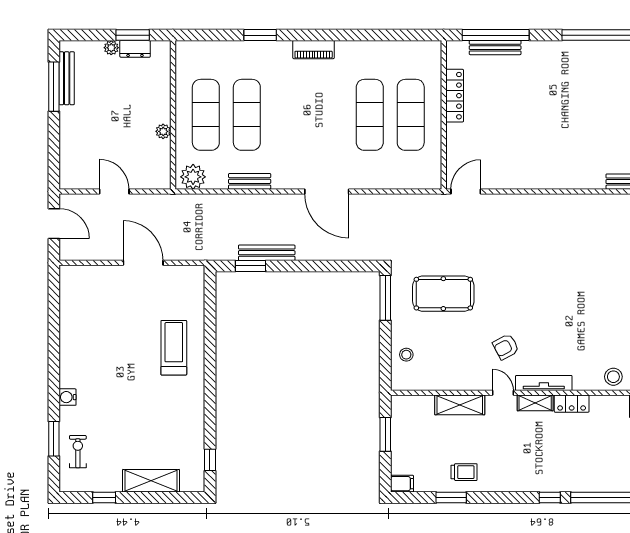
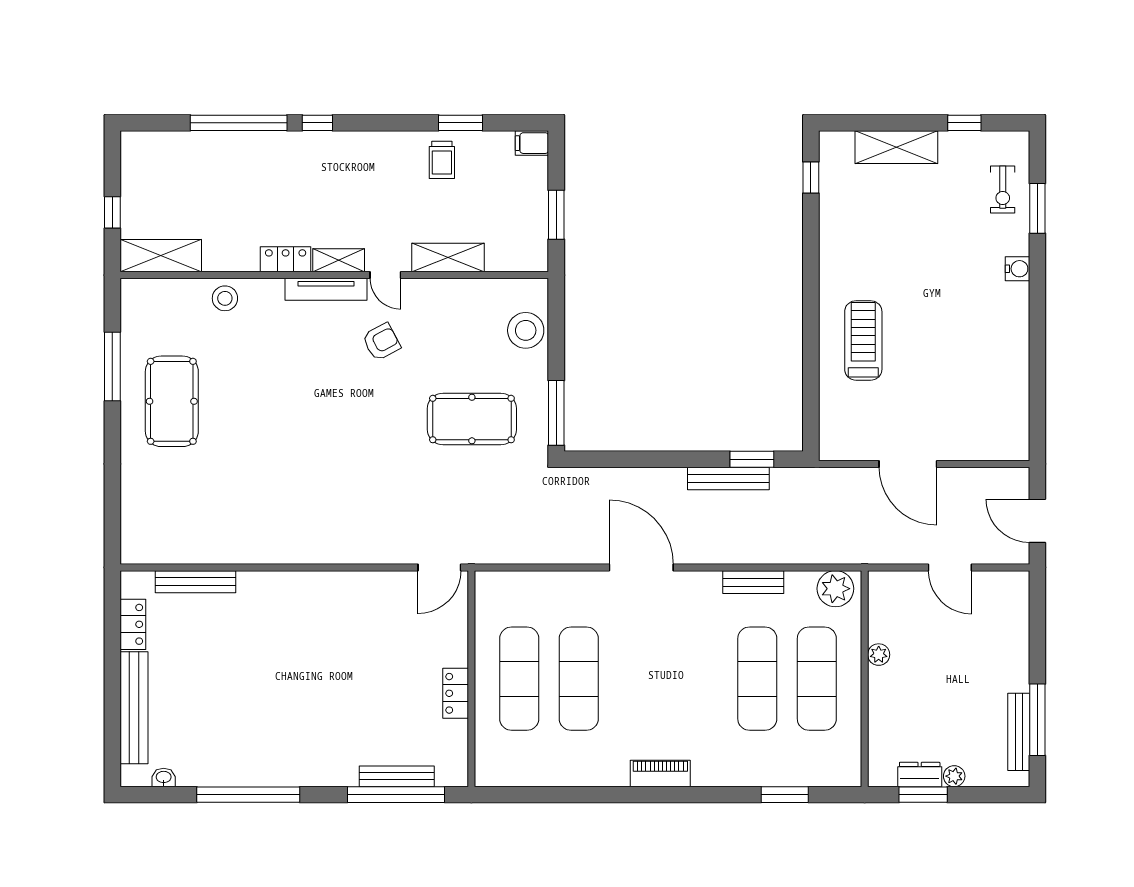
window: (260, 35) -> (785, 795), moved
locker: (455, 96) -> (456, 693), width x0.66
treadmill: (174, 348) -> (863, 340), turned 180
stool: (406, 355) -> (526, 330), width x1.89, depth x1.89
trolley: (464, 472) -> (442, 160), turned -90

